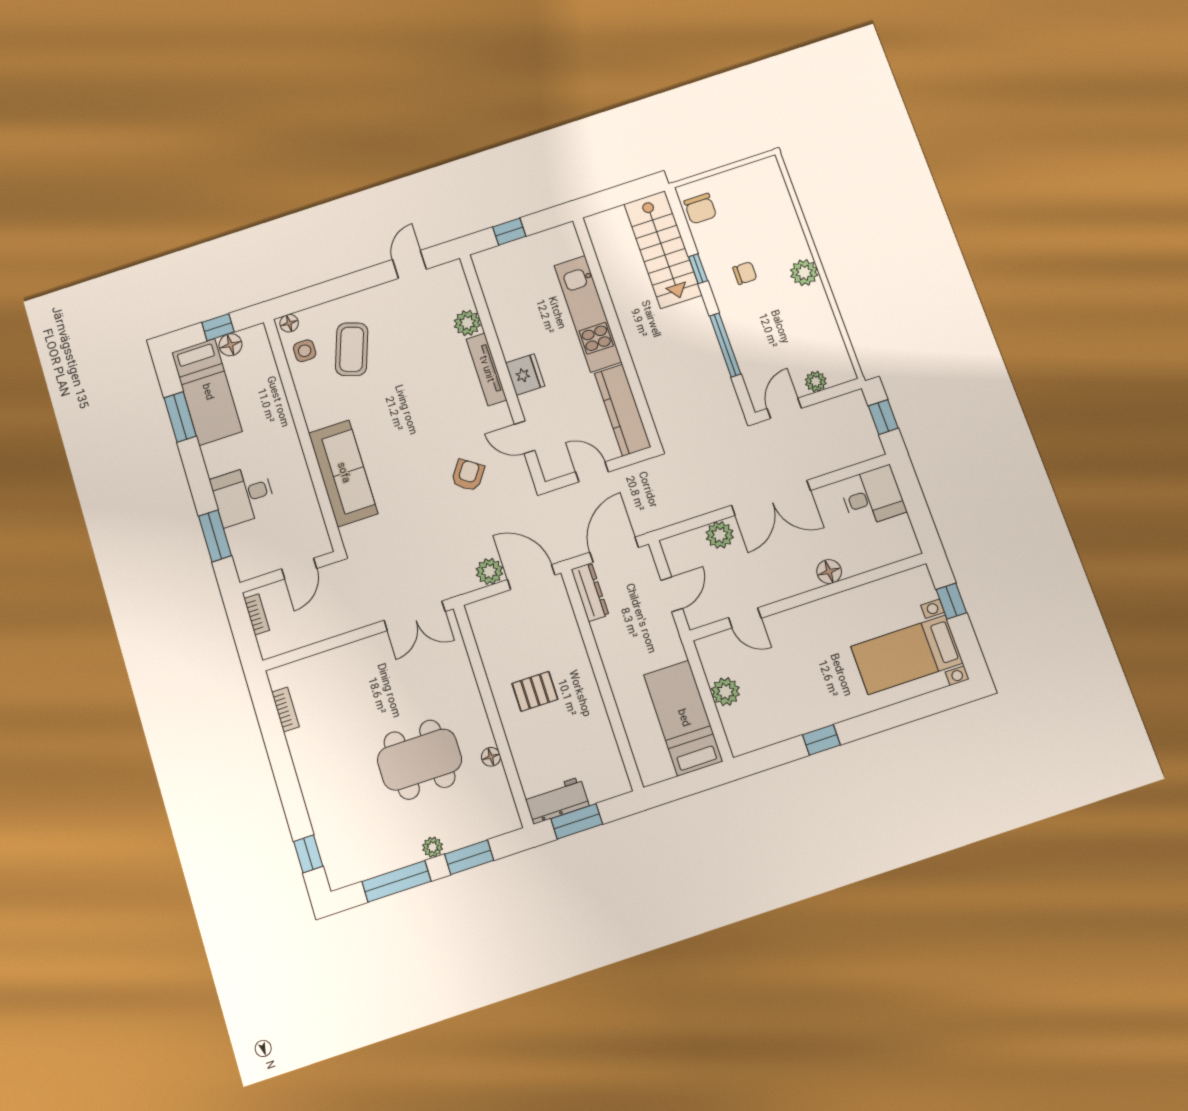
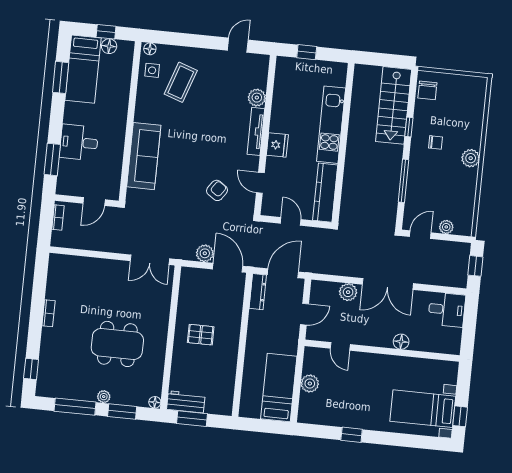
window: (951, 601) -> (460, 416), moved
bookcase: (285, 710) -> (49, 313), moved
floor lamp: (491, 757) -> (155, 402), moved

